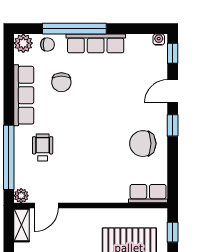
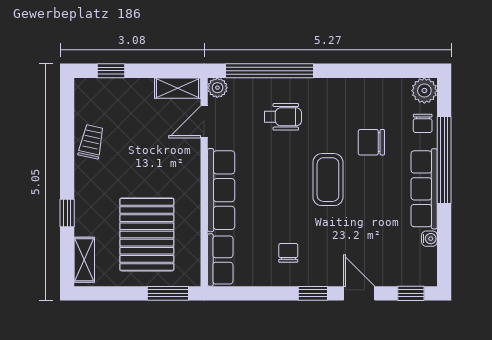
water cooler: (159, 40) -> (429, 239), moved
row of seats: (24, 95) -> (221, 190), moved, turned -90
coffee table: (89, 114) -> (328, 180), added
chair: (143, 144) -> (288, 253), width x0.54, depth x0.54
door: (46, 206) -> (204, 122), hinge flipped
window: (173, 232) -> (168, 293), width x1.50

